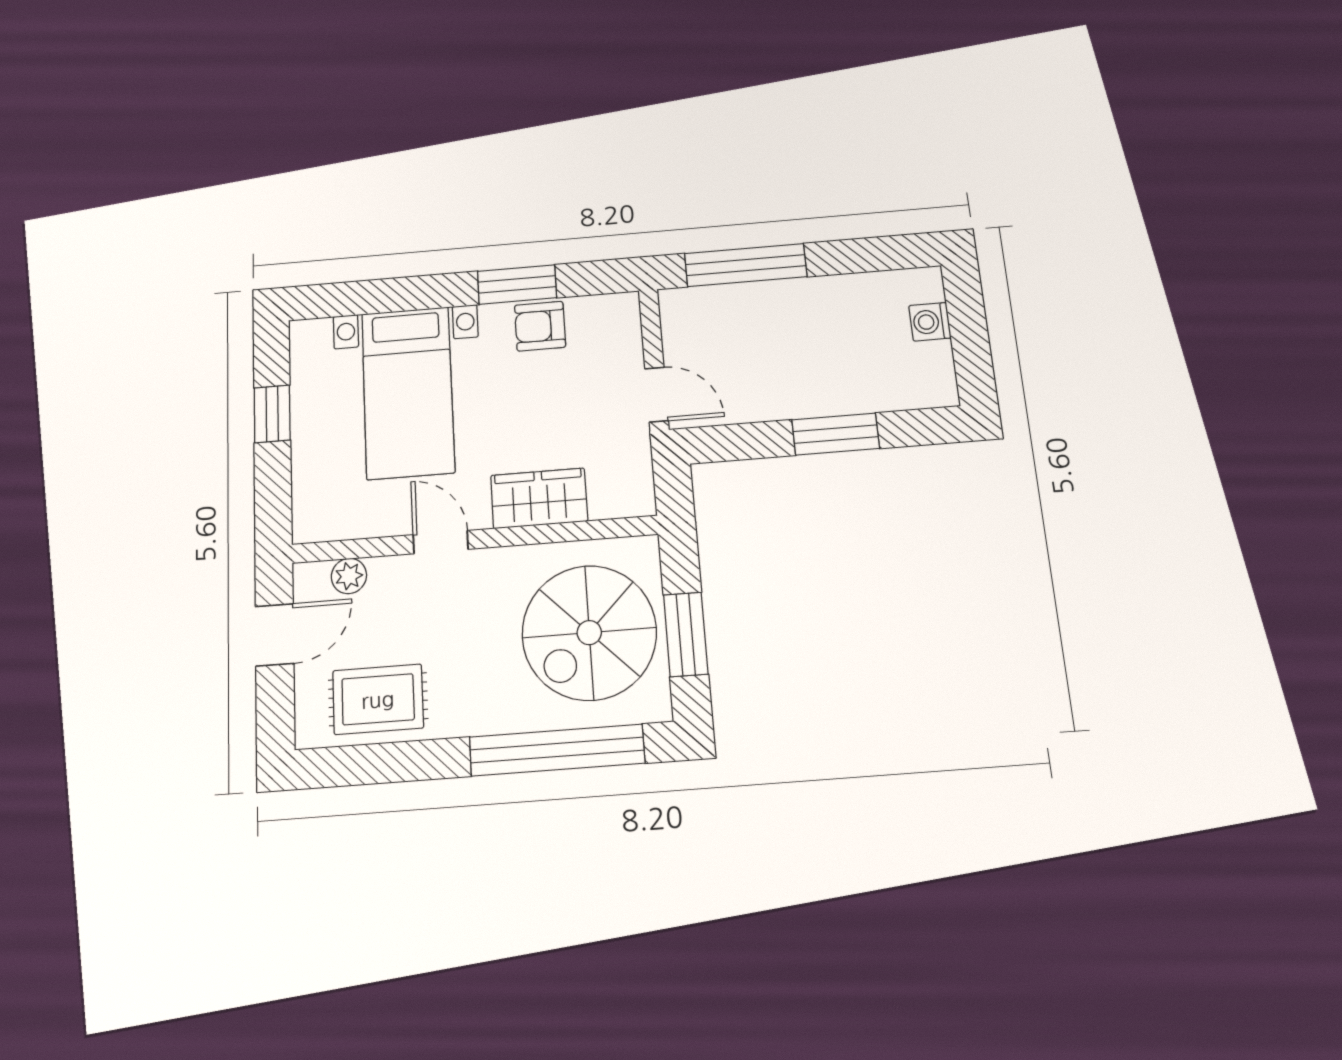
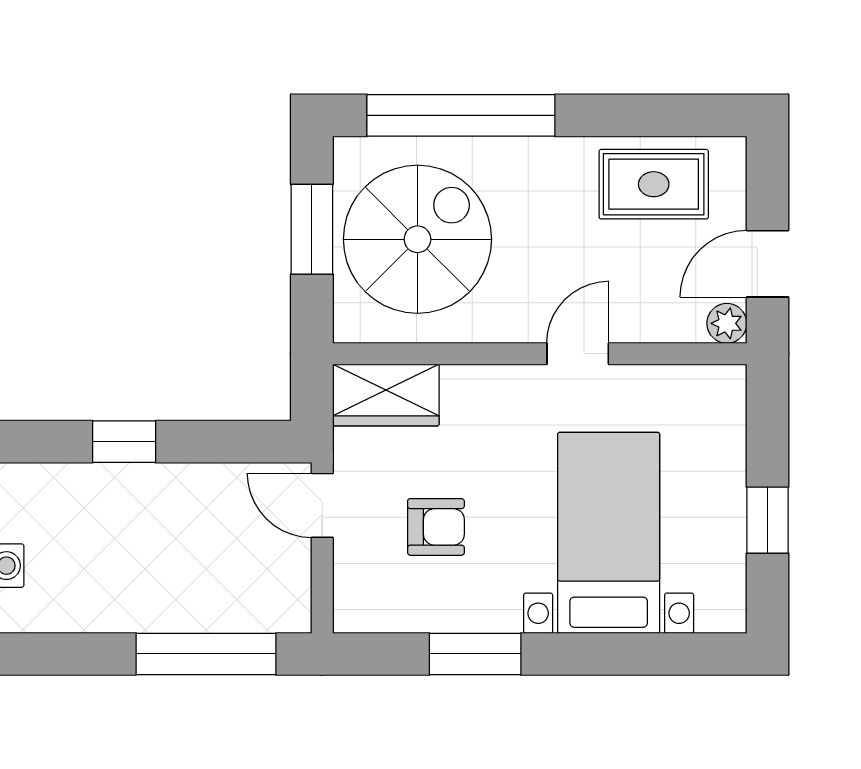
armchair: (540, 326) -> (436, 527), moved
window: (836, 434) -> (124, 442), width x0.67
wardrobe: (539, 498) -> (386, 395), moved
door: (441, 542) -> (578, 354), swing flipped
plant: (349, 576) -> (727, 323), moved

